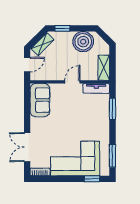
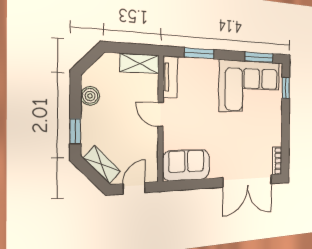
boiler: (83, 42) -> (90, 96), width x0.54, depth x0.54
door: (27, 64) -> (134, 188), hinge flipped
double door: (27, 147) -> (248, 181), width x1.37
corner sofa: (75, 158) -> (250, 86), moved, turned -90

